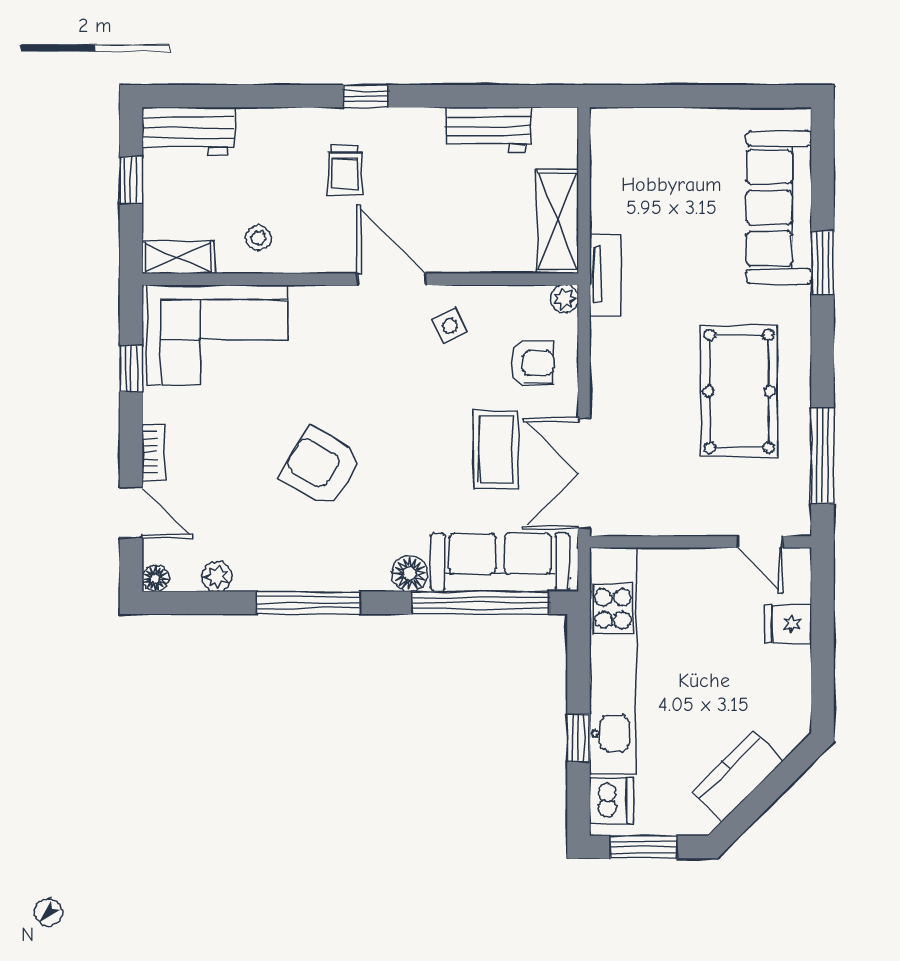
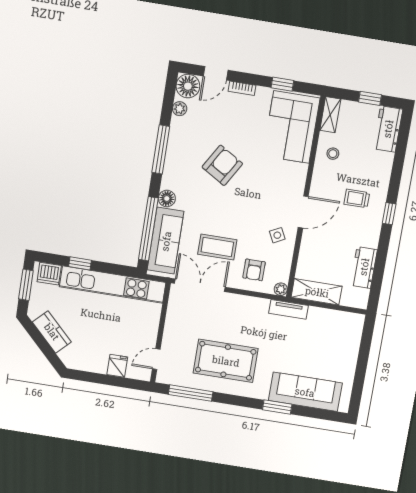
floor lamp: (155, 578) -> (188, 86), width x1.89, depth x1.89

